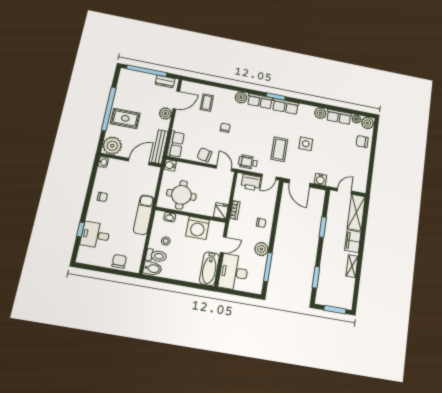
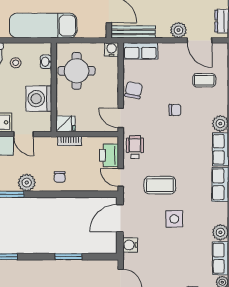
door: (224, 168) -> (121, 118), swing flipped
exam couch: (144, 215) -> (43, 26), width x1.36, depth x1.45

